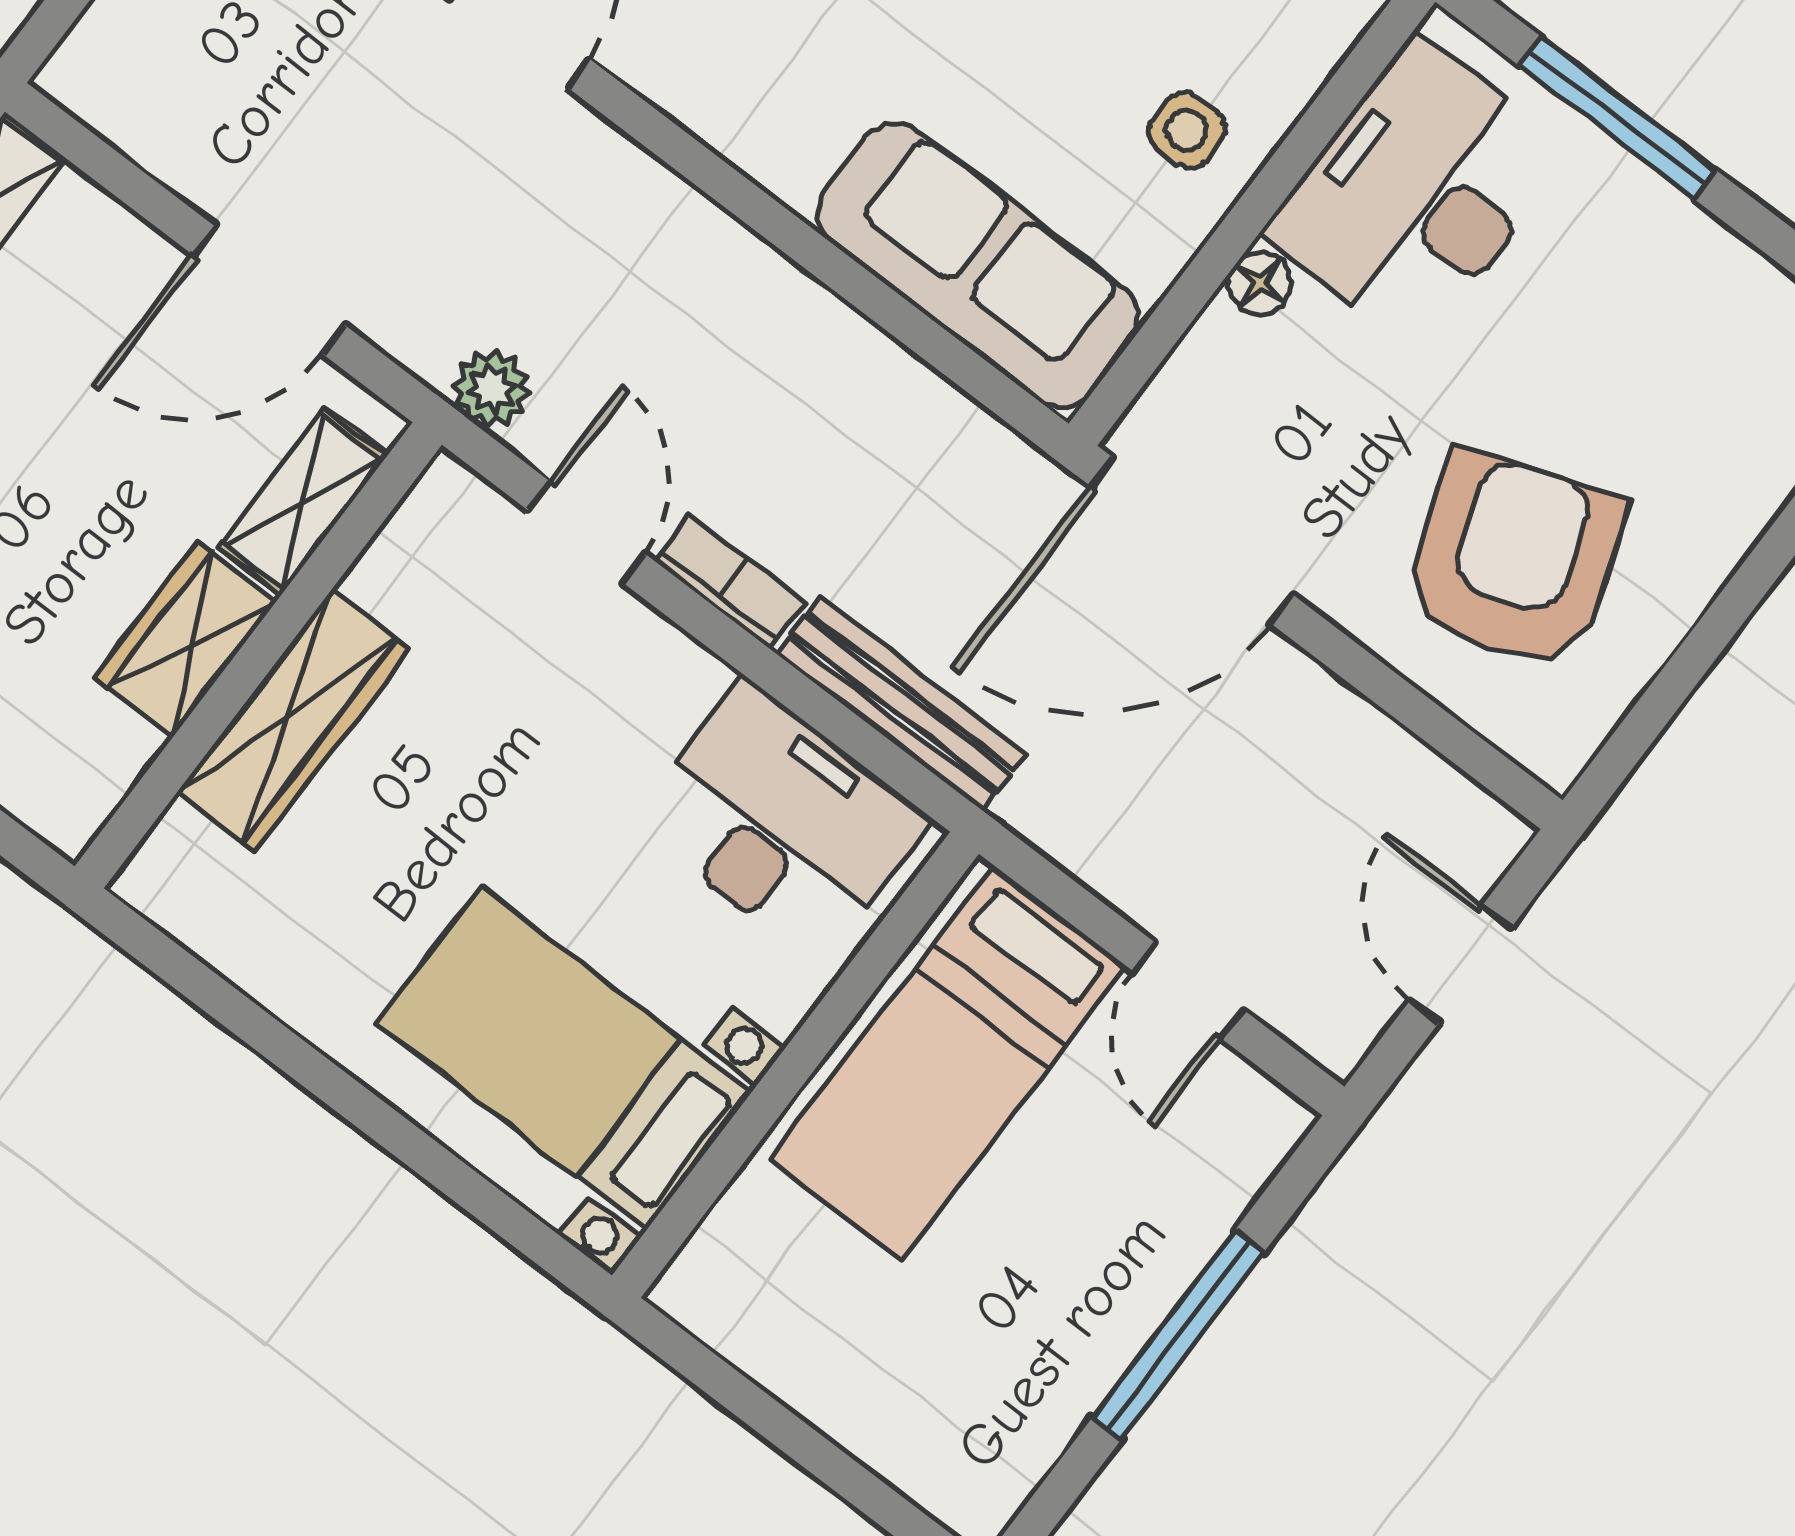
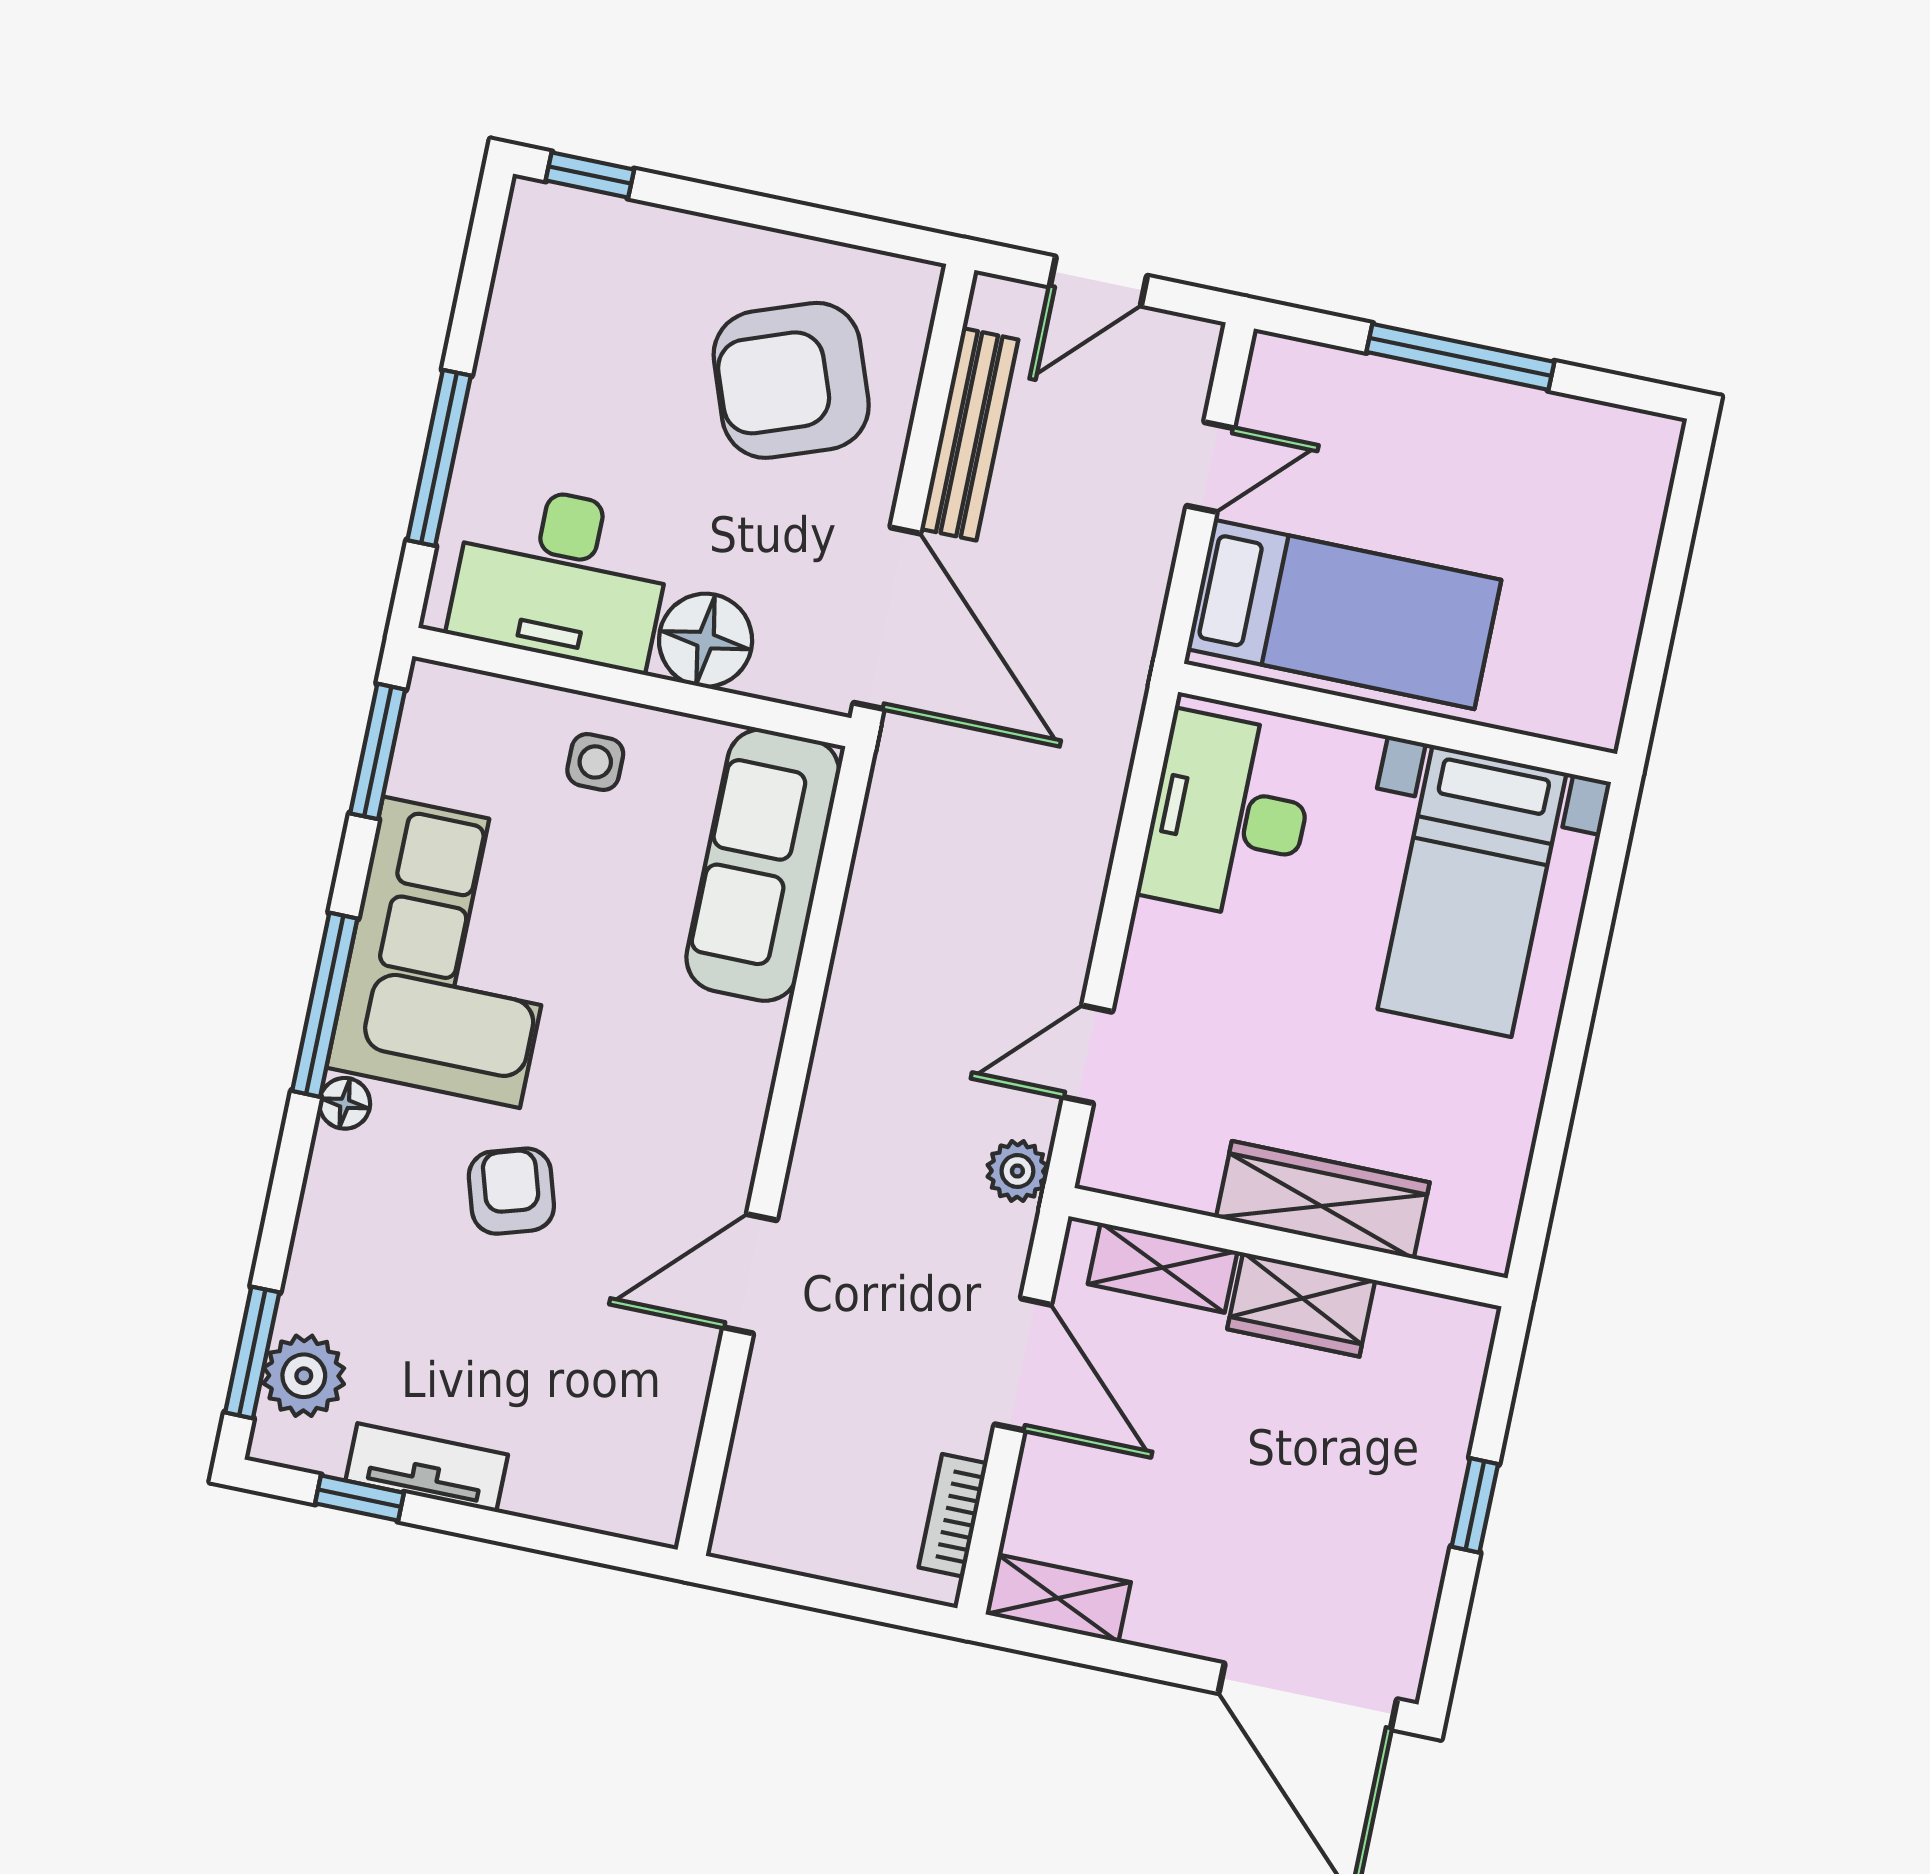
floor lamp: (1260, 283) -> (706, 640), width x1.89, depth x1.89
bookcase: (730, 582) -> (953, 1515), moved
bench: (901, 704) -> (969, 434), moved

